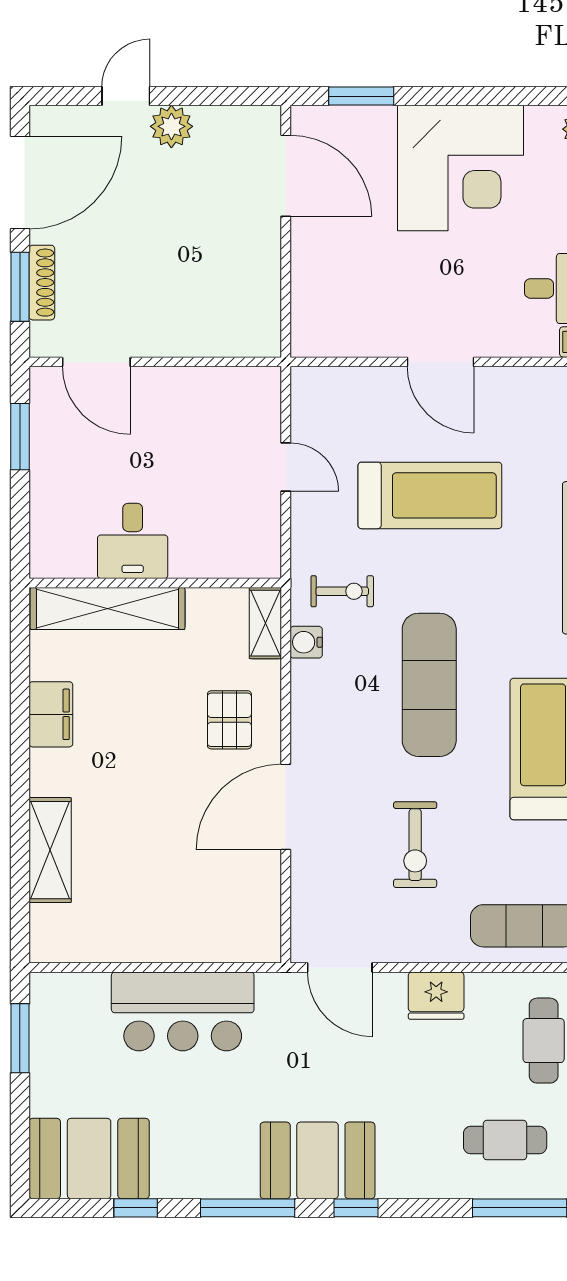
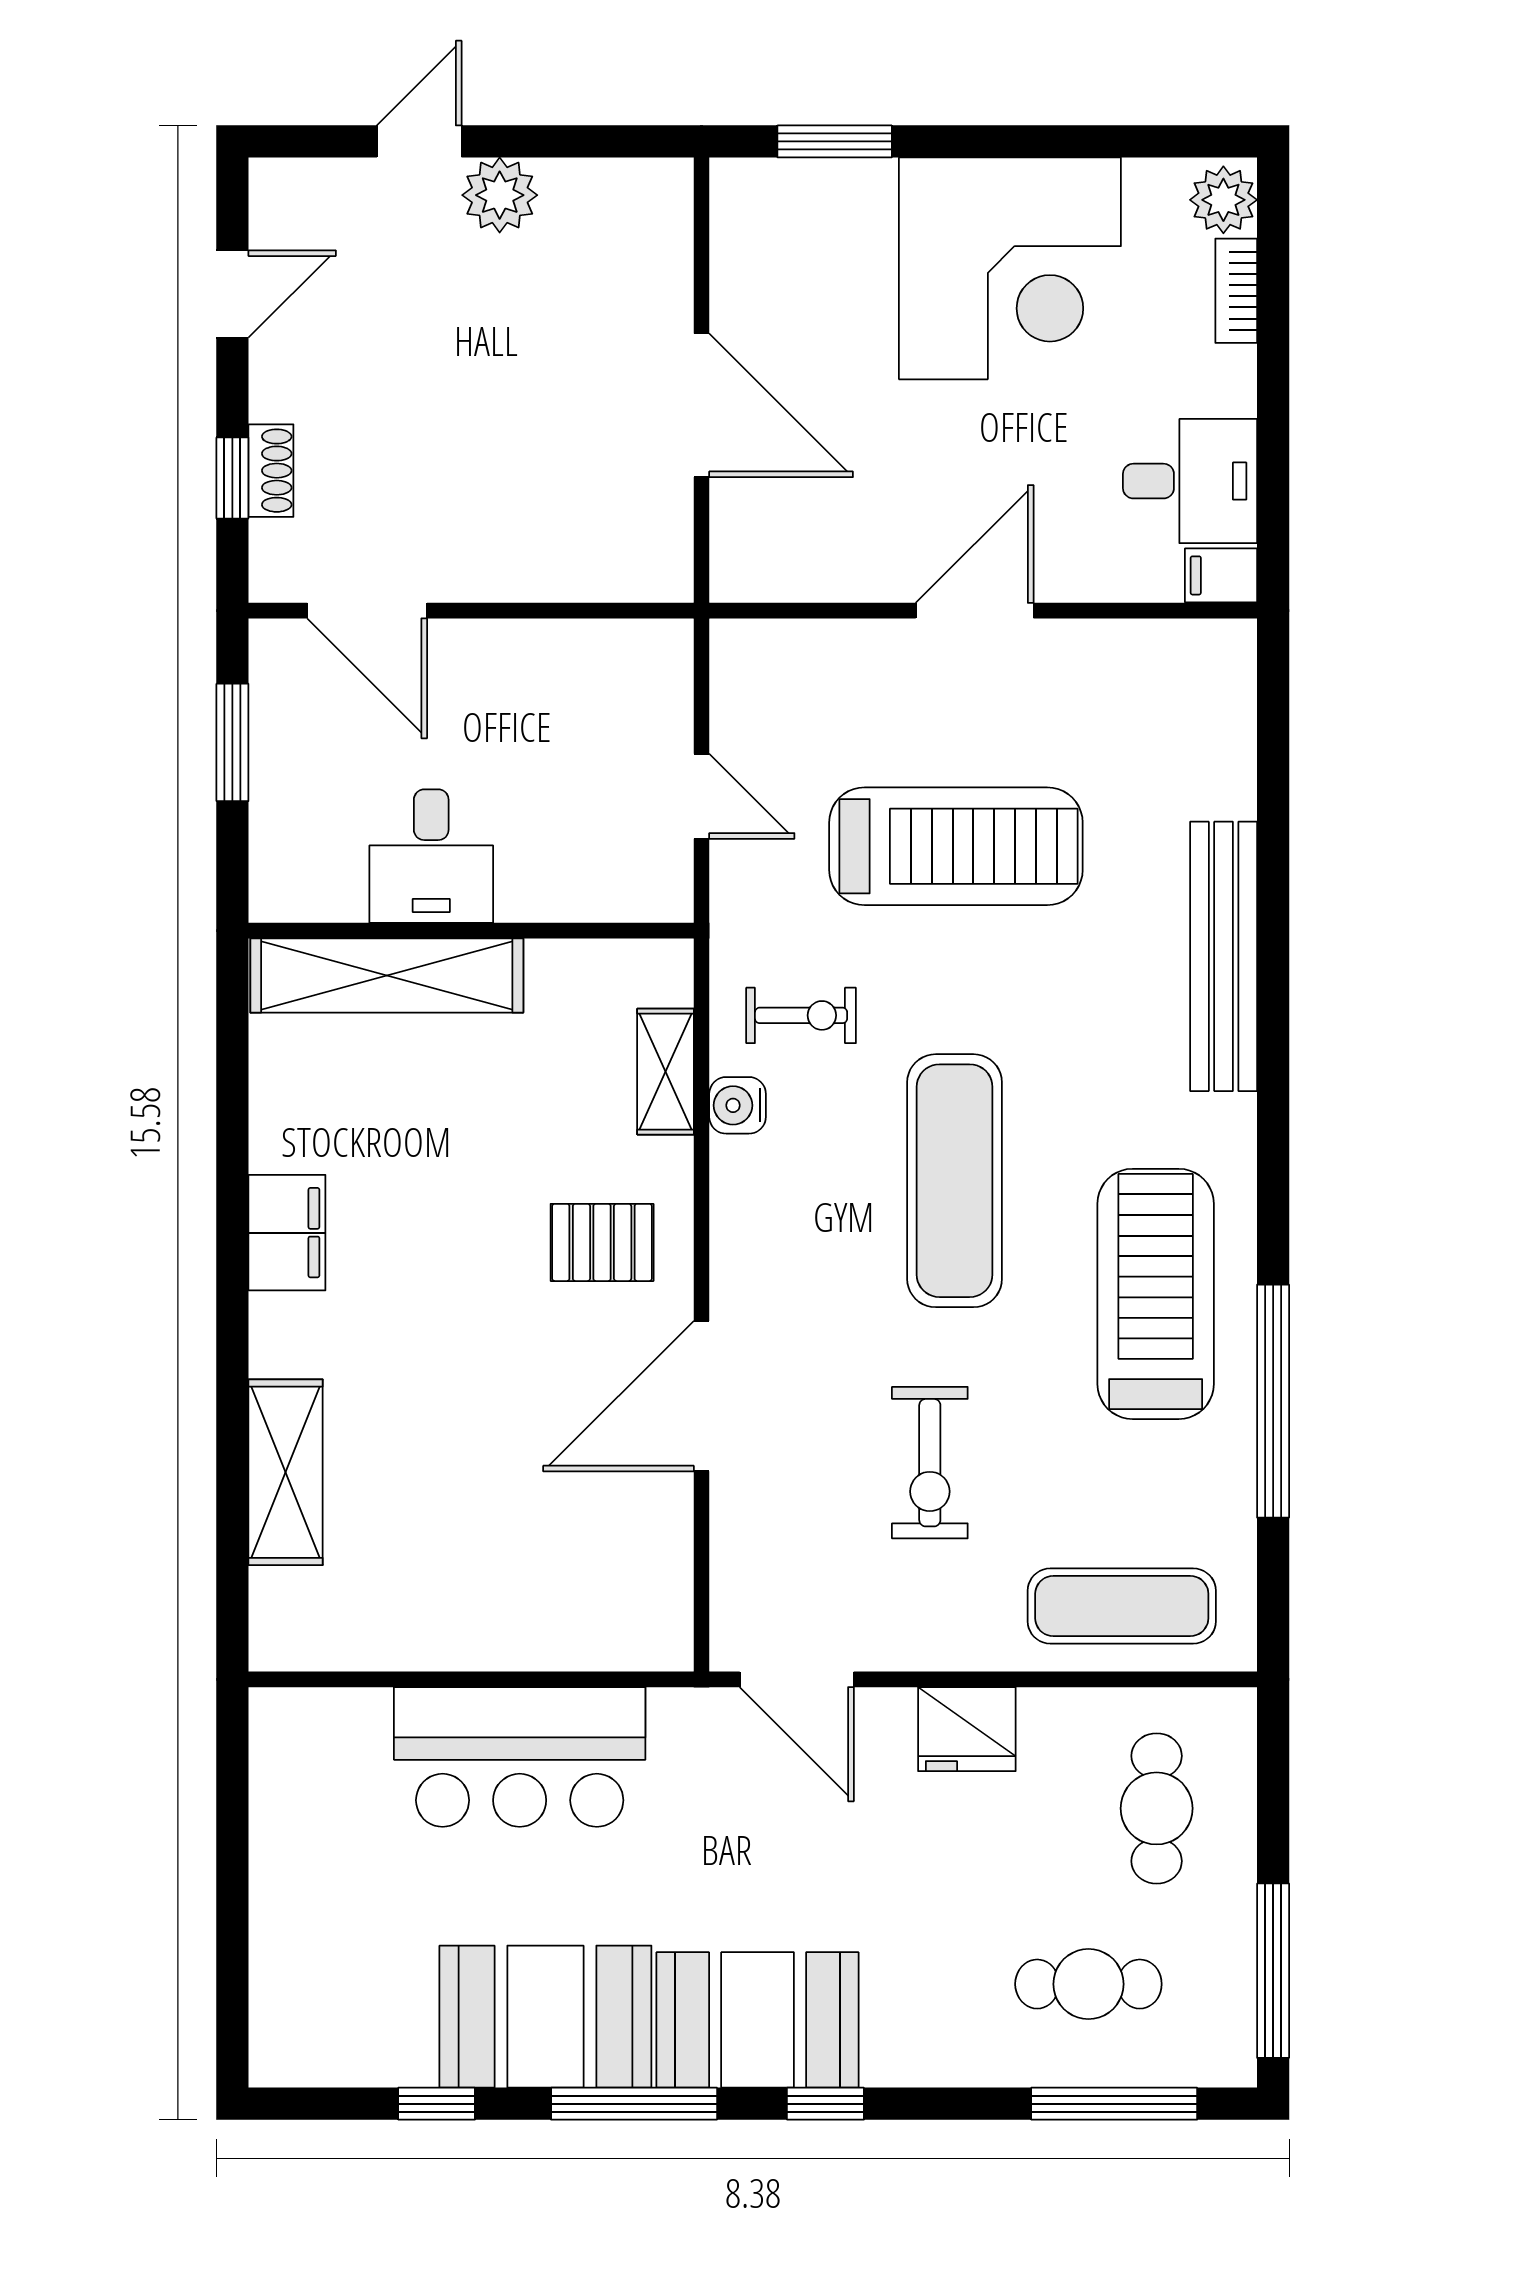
door: (286, 176) -> (702, 405), moved
door: (20, 182) -> (232, 294), width x0.53
shoe rack: (42, 283) -> (271, 471), width x0.70
window: (20, 287) -> (232, 478), width x0.67
door: (441, 362) -> (975, 611), swing flipped
desk: (133, 541) -> (431, 856), moved
wall: (155, 583) -> (471, 931), moved
shelving: (107, 609) -> (387, 976), moved
pallet: (229, 720) -> (602, 1242), turned 90
window: (20, 1038) -> (232, 1804), removed
booth: (89, 1159) -> (545, 2017), moved

